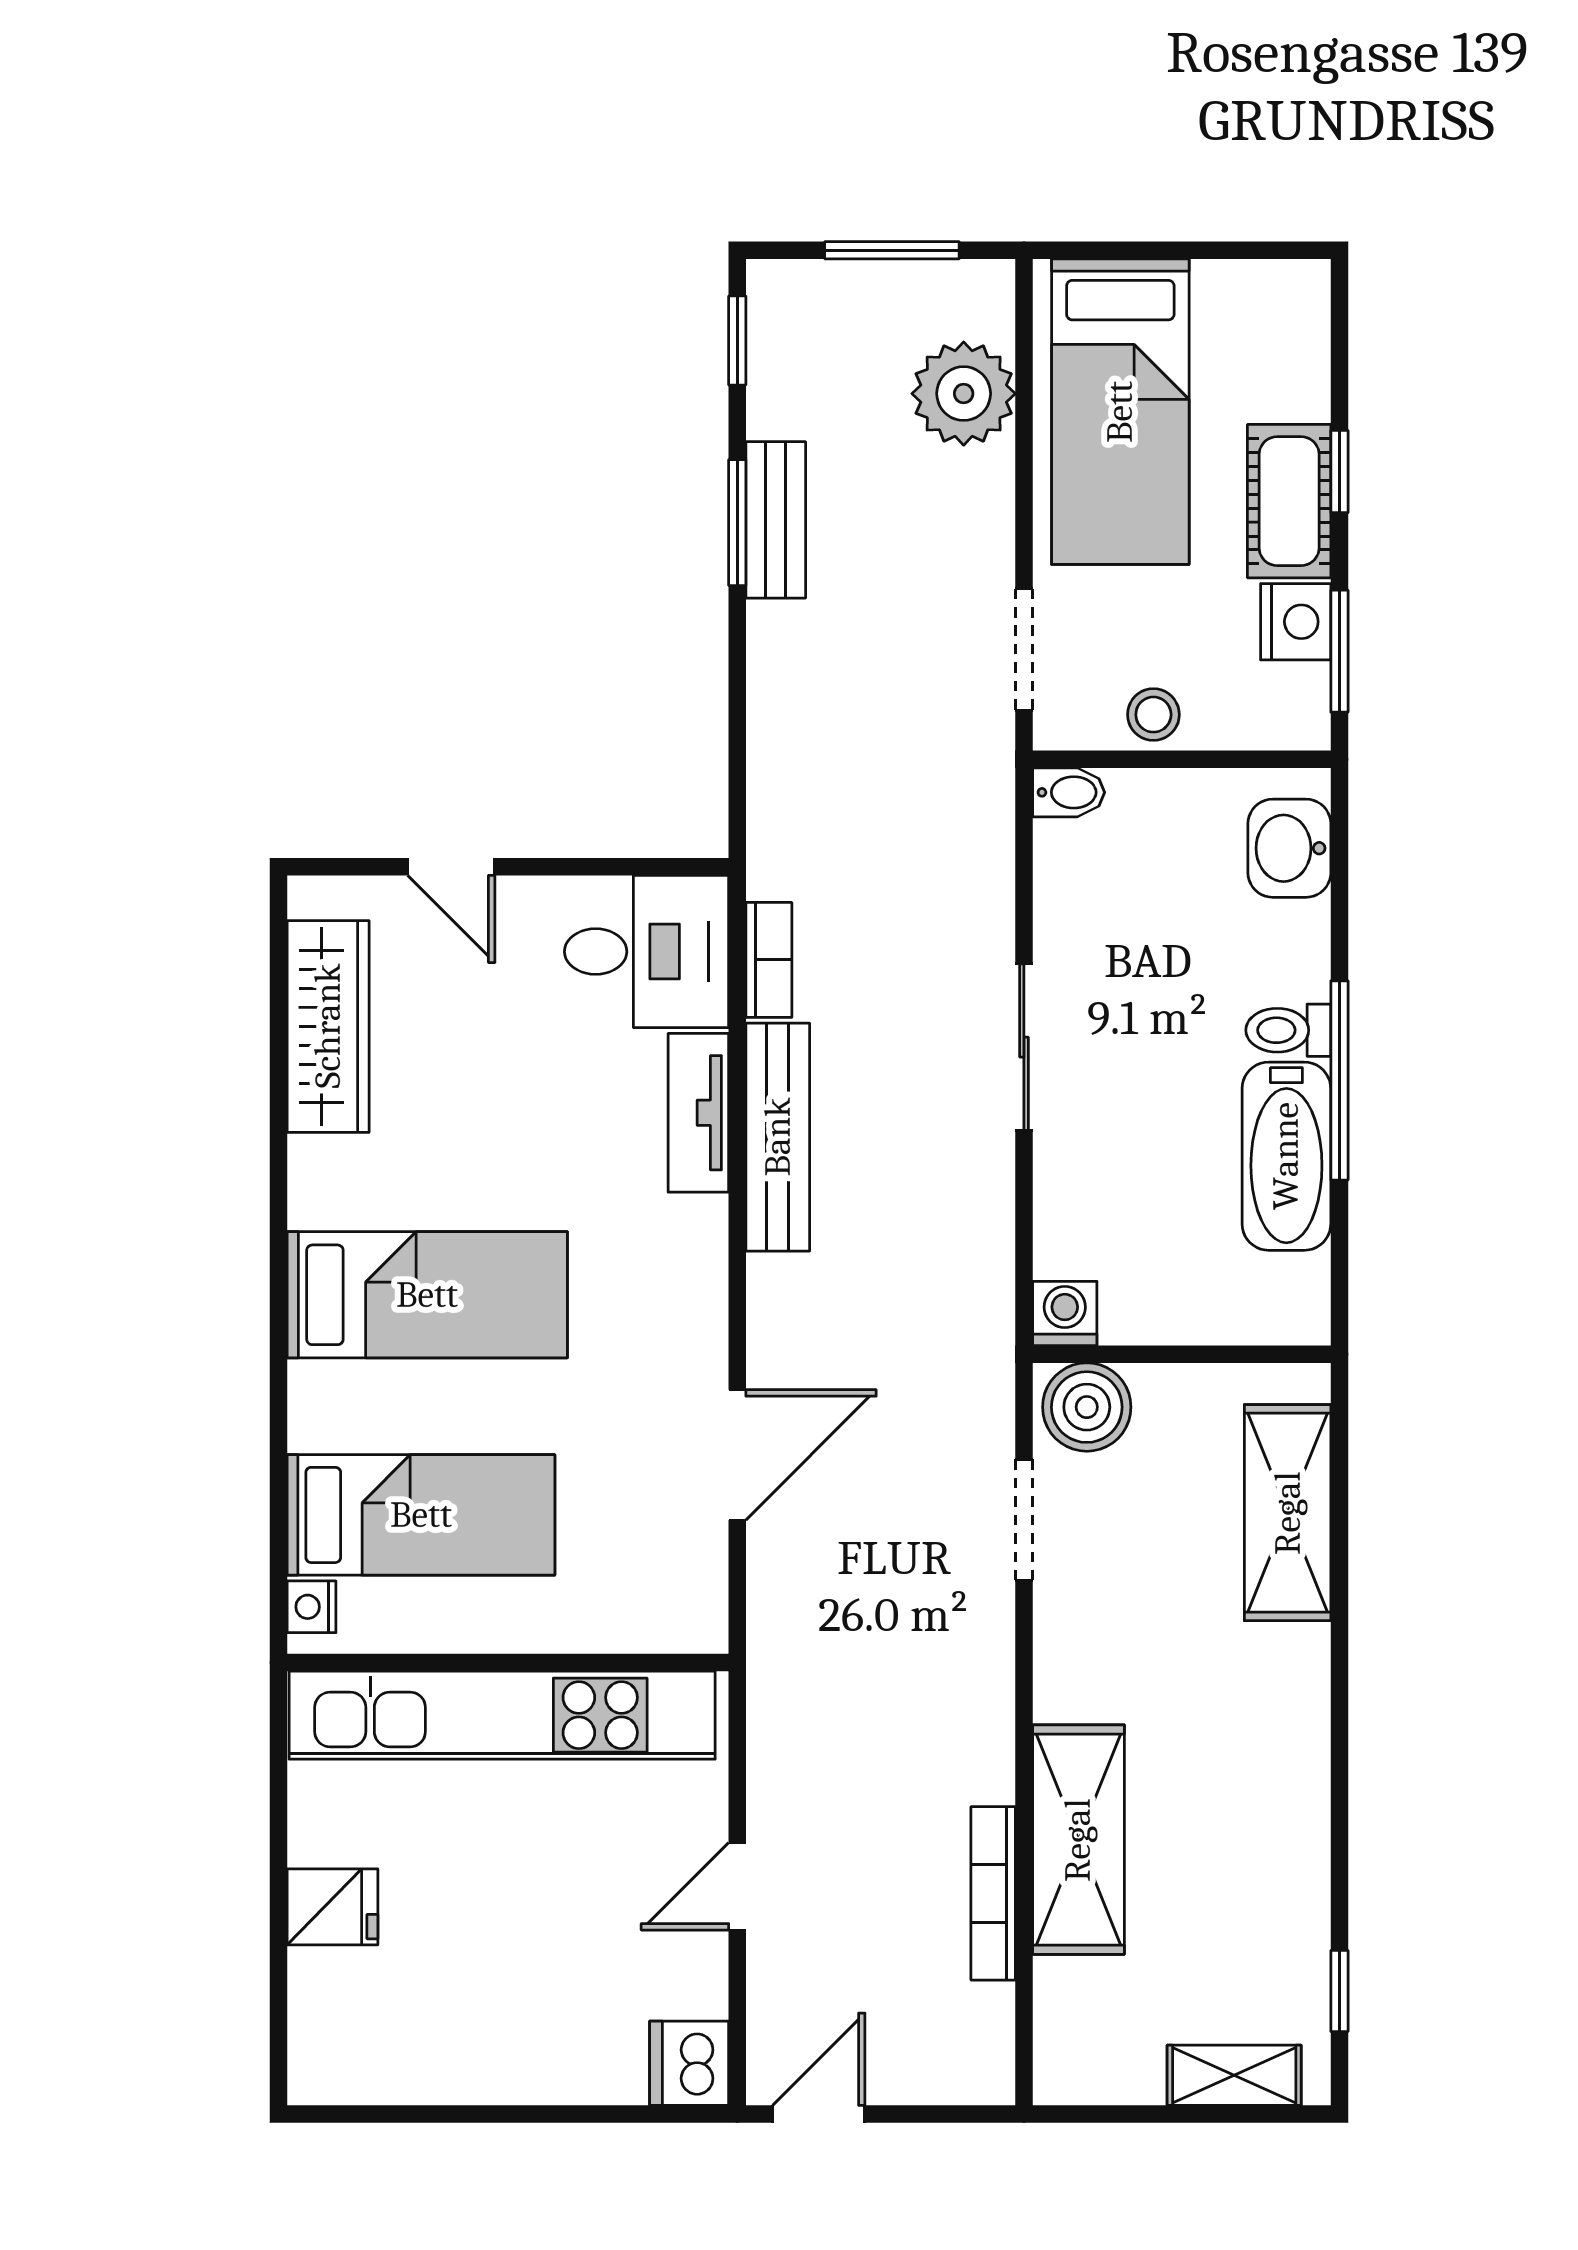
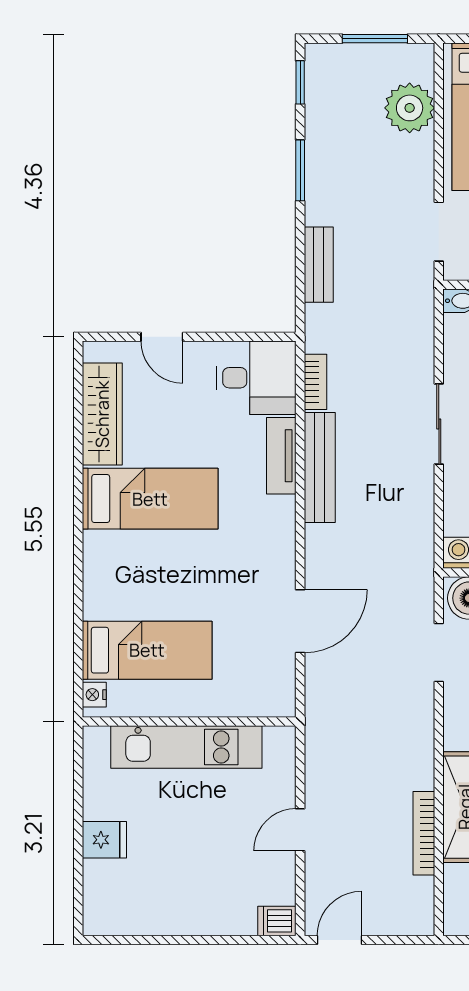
bench: (776, 520) -> (319, 265), moved
bed: (427, 1295) -> (150, 499), moved
kitchen unit: (502, 1715) -> (186, 747), width x0.73
dishwasher: (689, 2063) -> (277, 921), width x0.73

